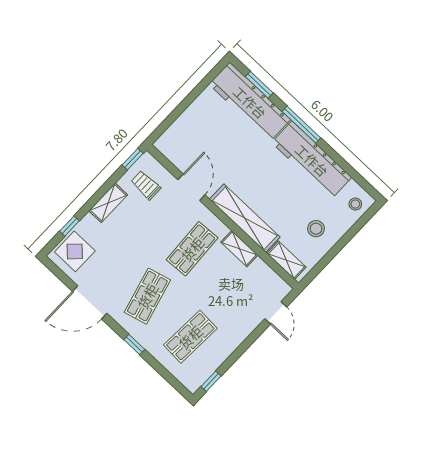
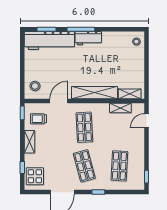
workbench: (312, 160) -> (88, 38), width x0.53, depth x0.76
door: (191, 187) -> (59, 101), hinge flipped
stool: (316, 229) -> (35, 86), moved
shelving: (239, 249) -> (120, 108), moved
door: (276, 313) -> (146, 121), swing flipped

